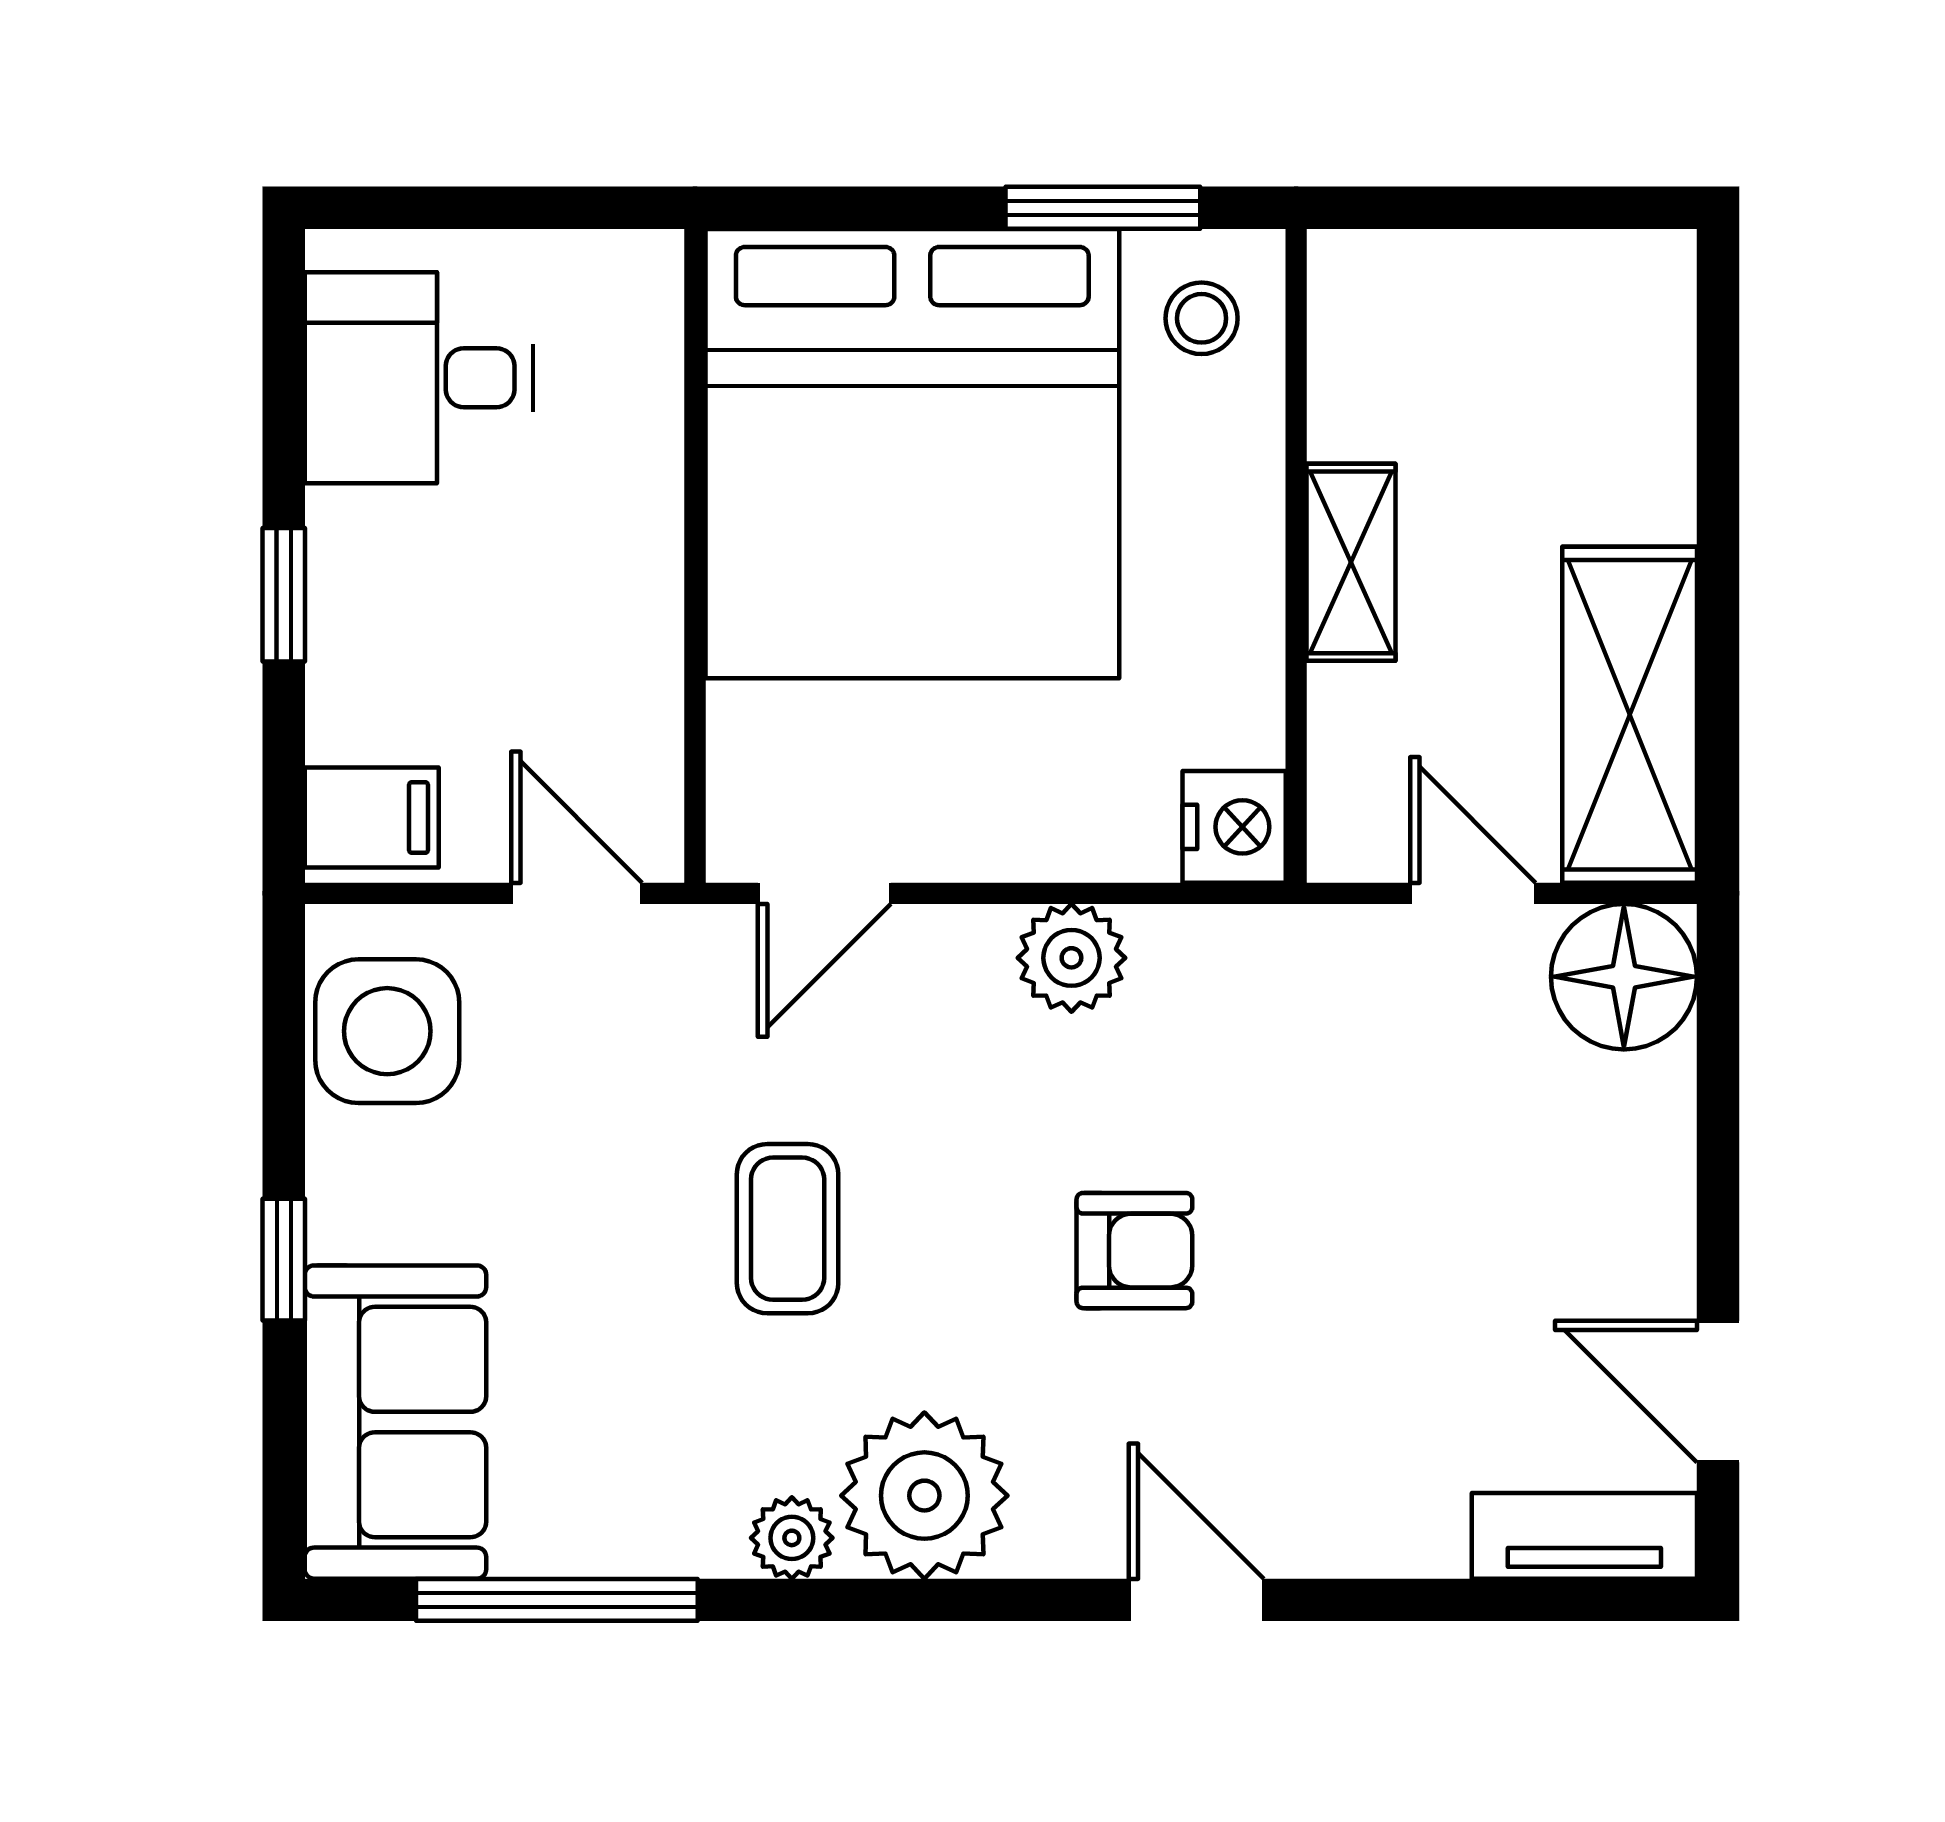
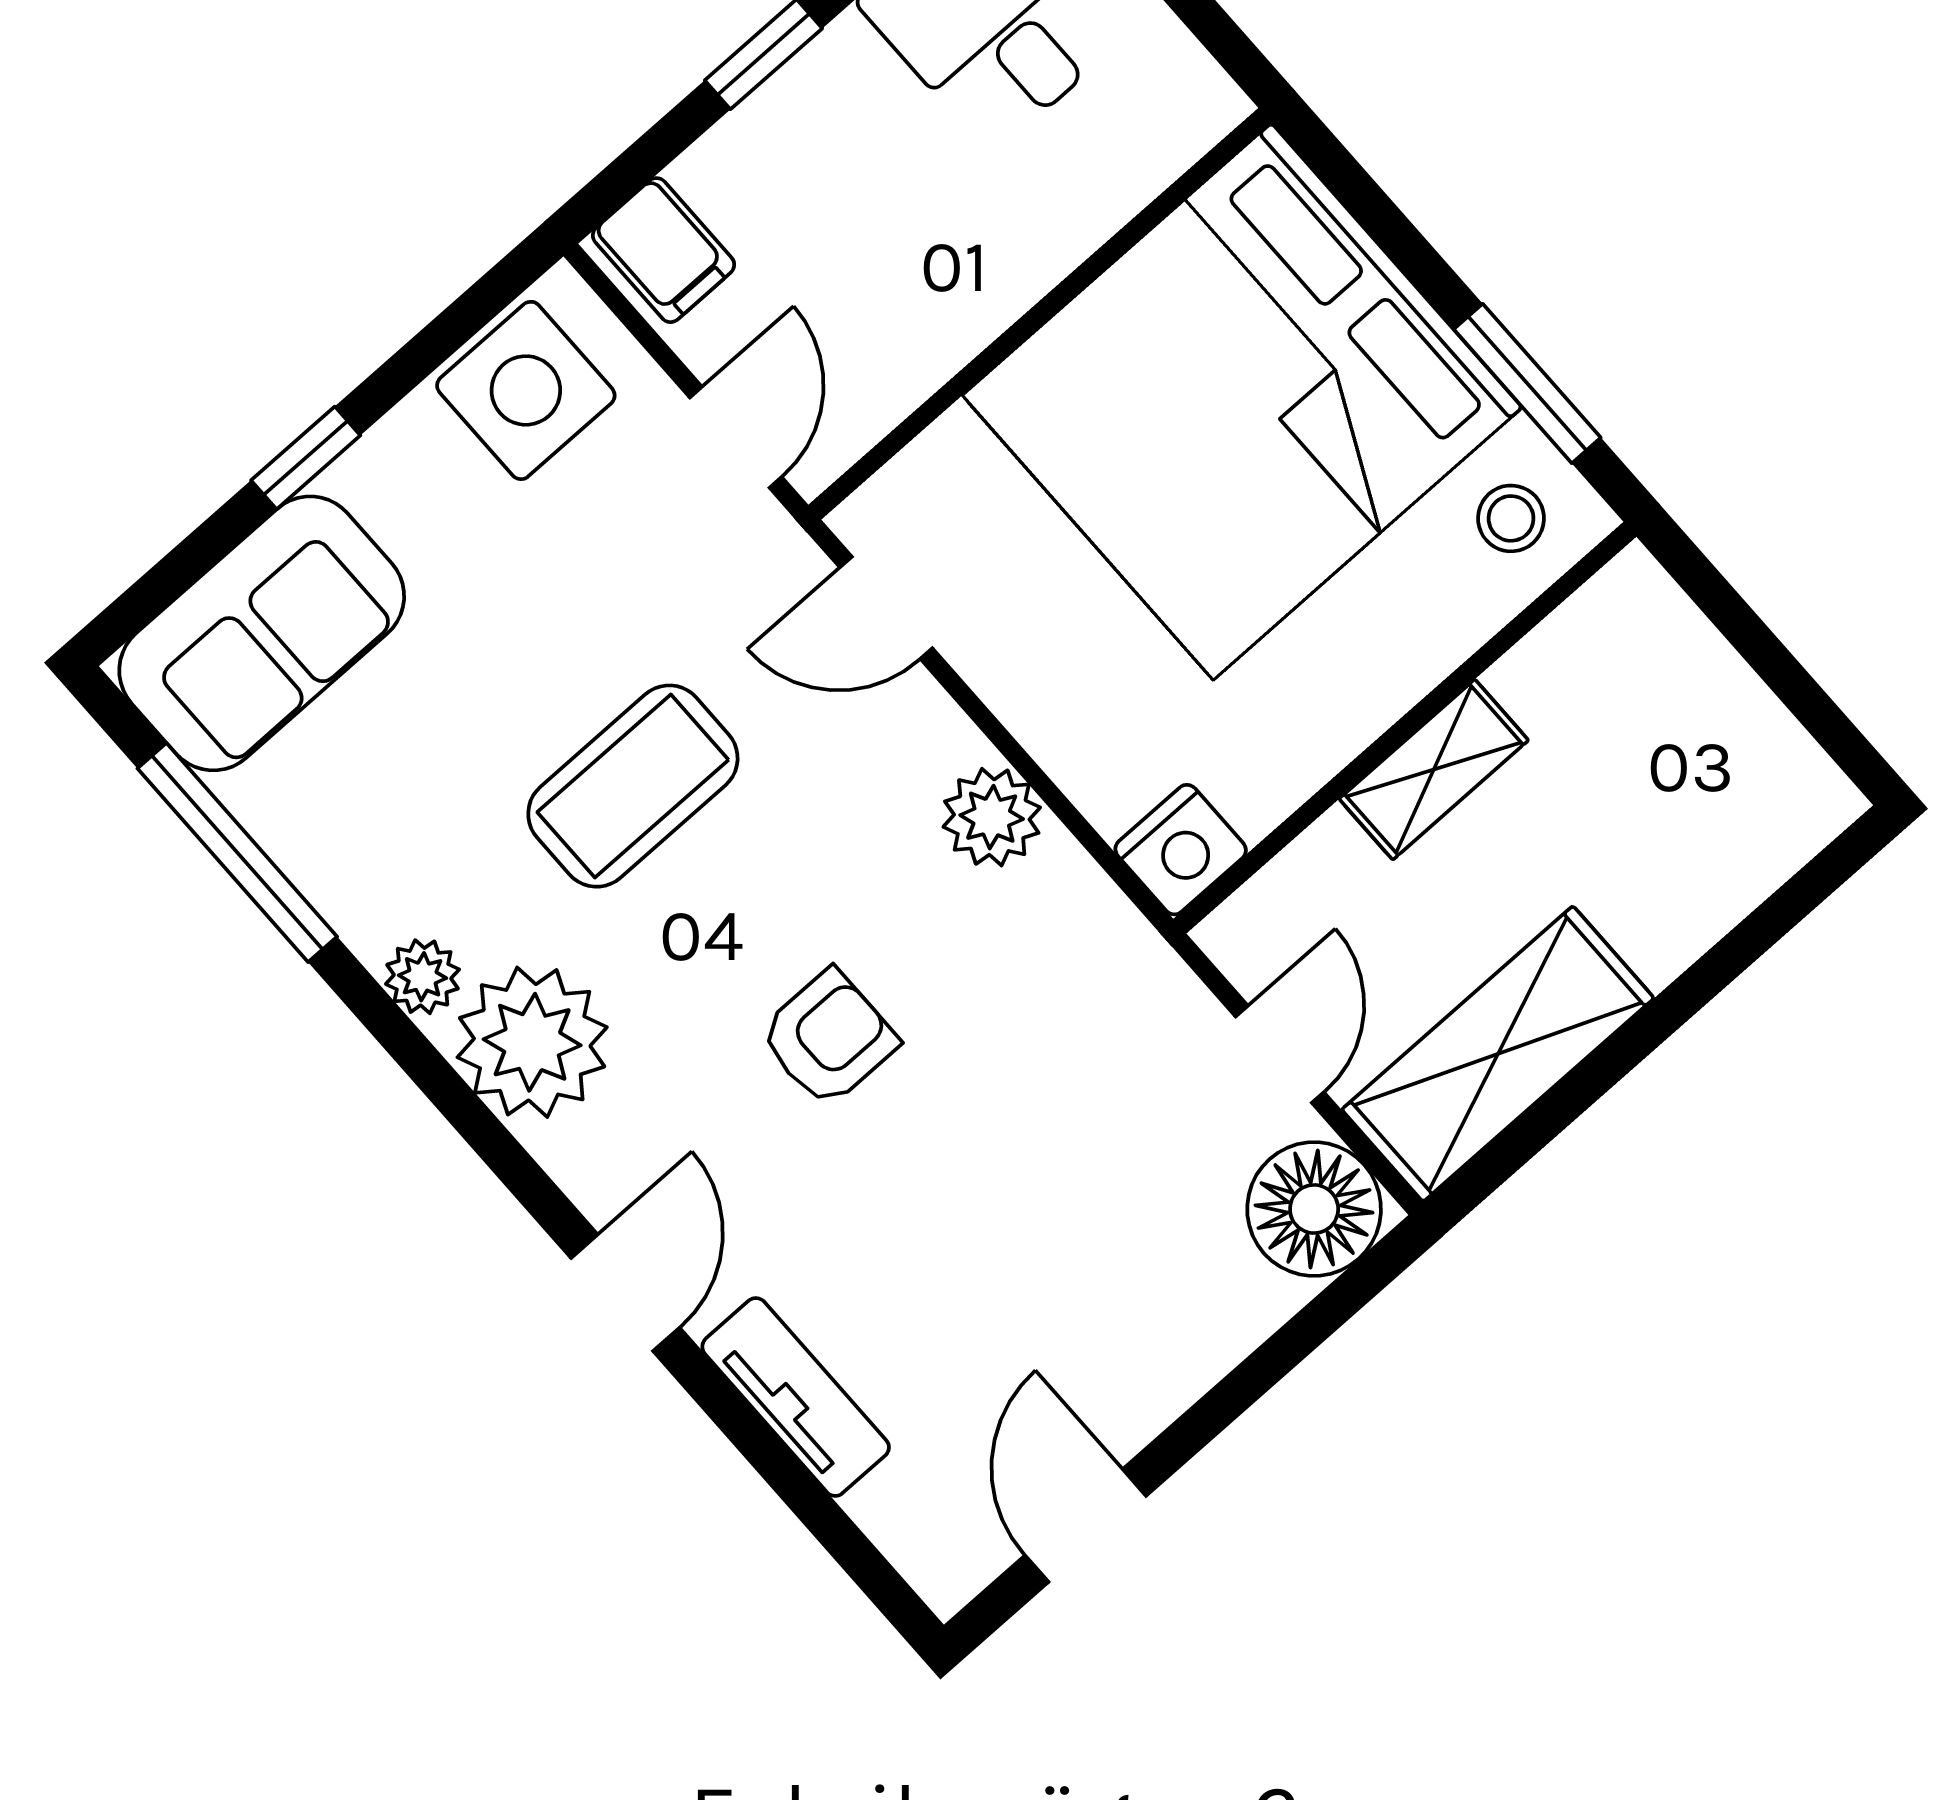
coffee table: (788, 1229) -> (633, 786), width x1.36, depth x1.30
armchair: (1134, 1251) -> (828, 1038), turned -90
tv unit: (1584, 1536) -> (796, 1397), moved

